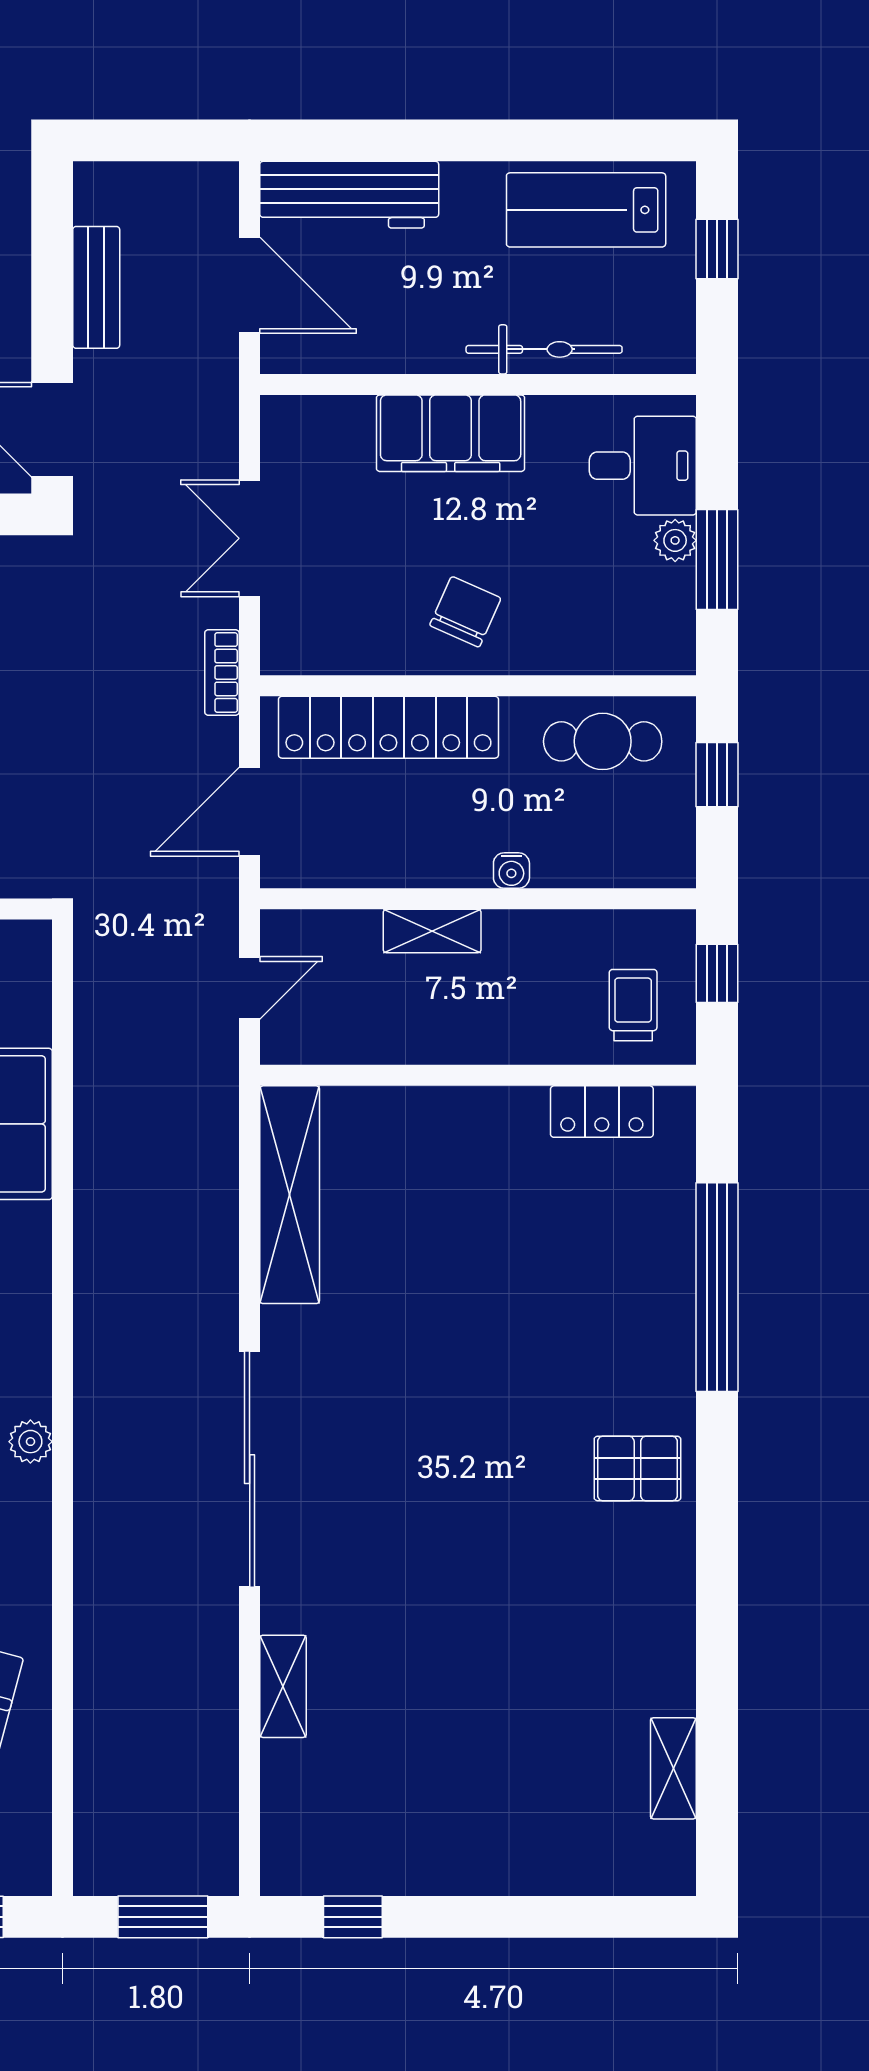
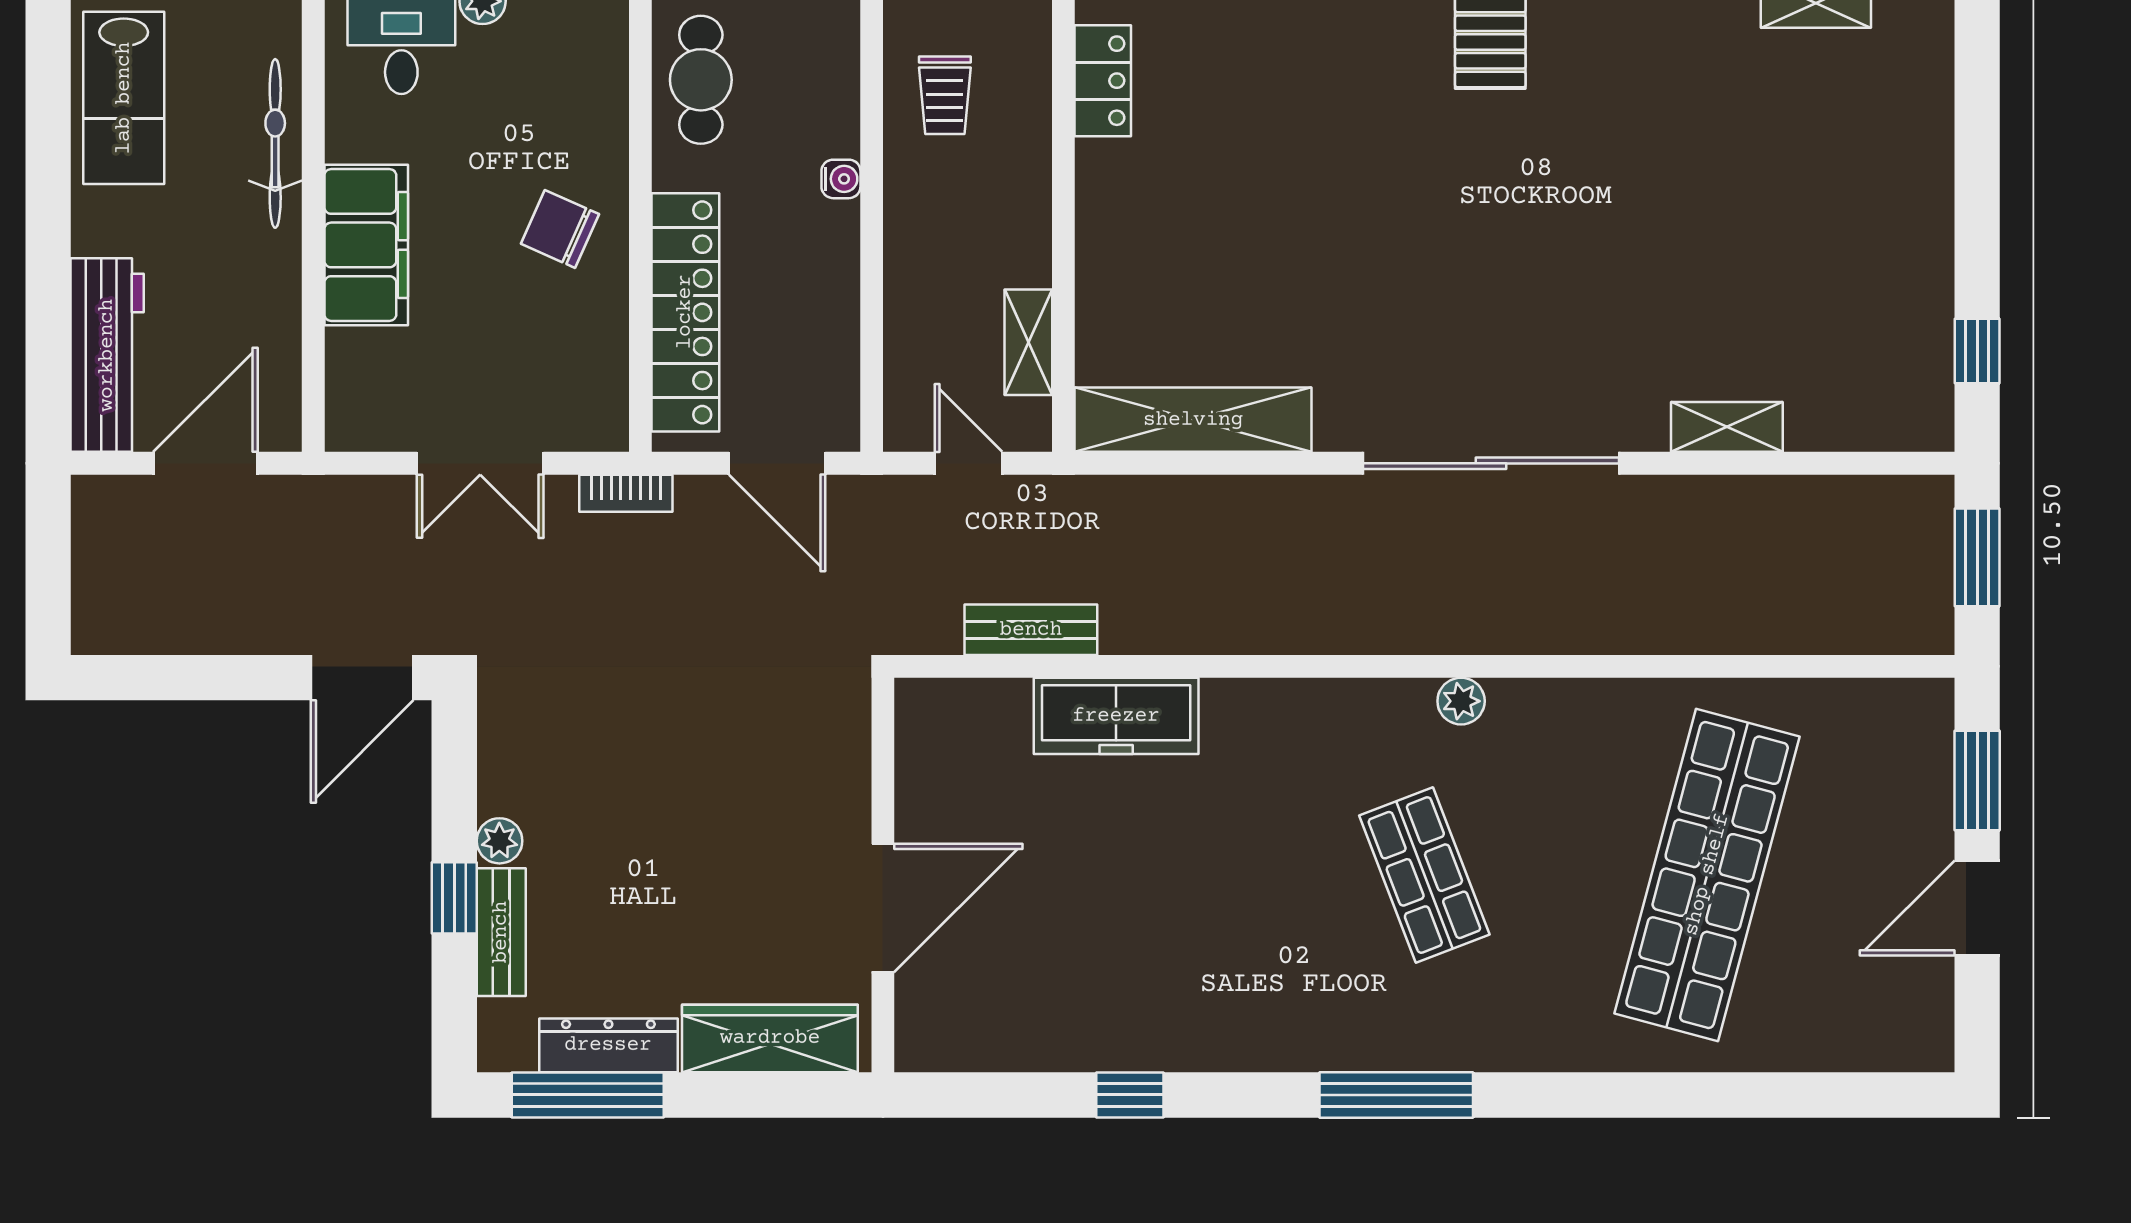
bench: (96, 287) -> (1031, 630), moved
shelving: (432, 931) -> (1028, 342), moved
trolley: (633, 1005) -> (945, 95), moved, turned -90

